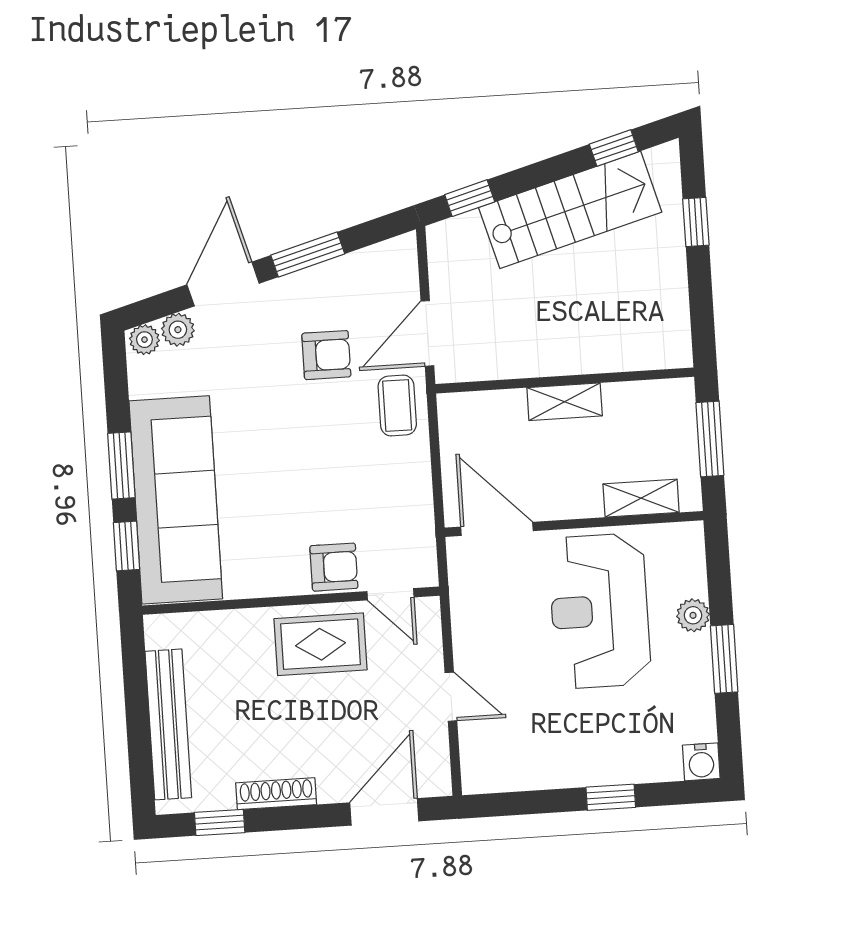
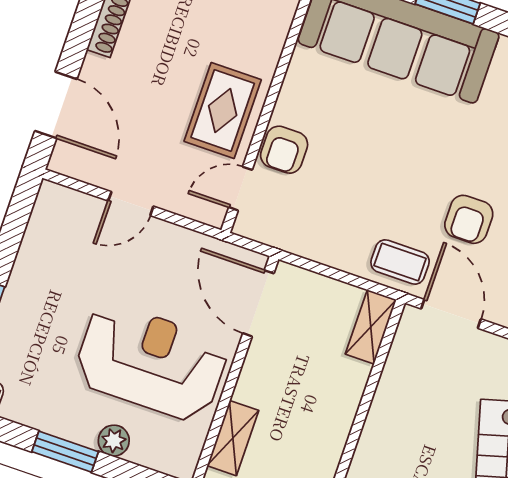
shelving: (565, 402) -> (371, 327), moved
door: (497, 529) -> (258, 303), swing flipped

